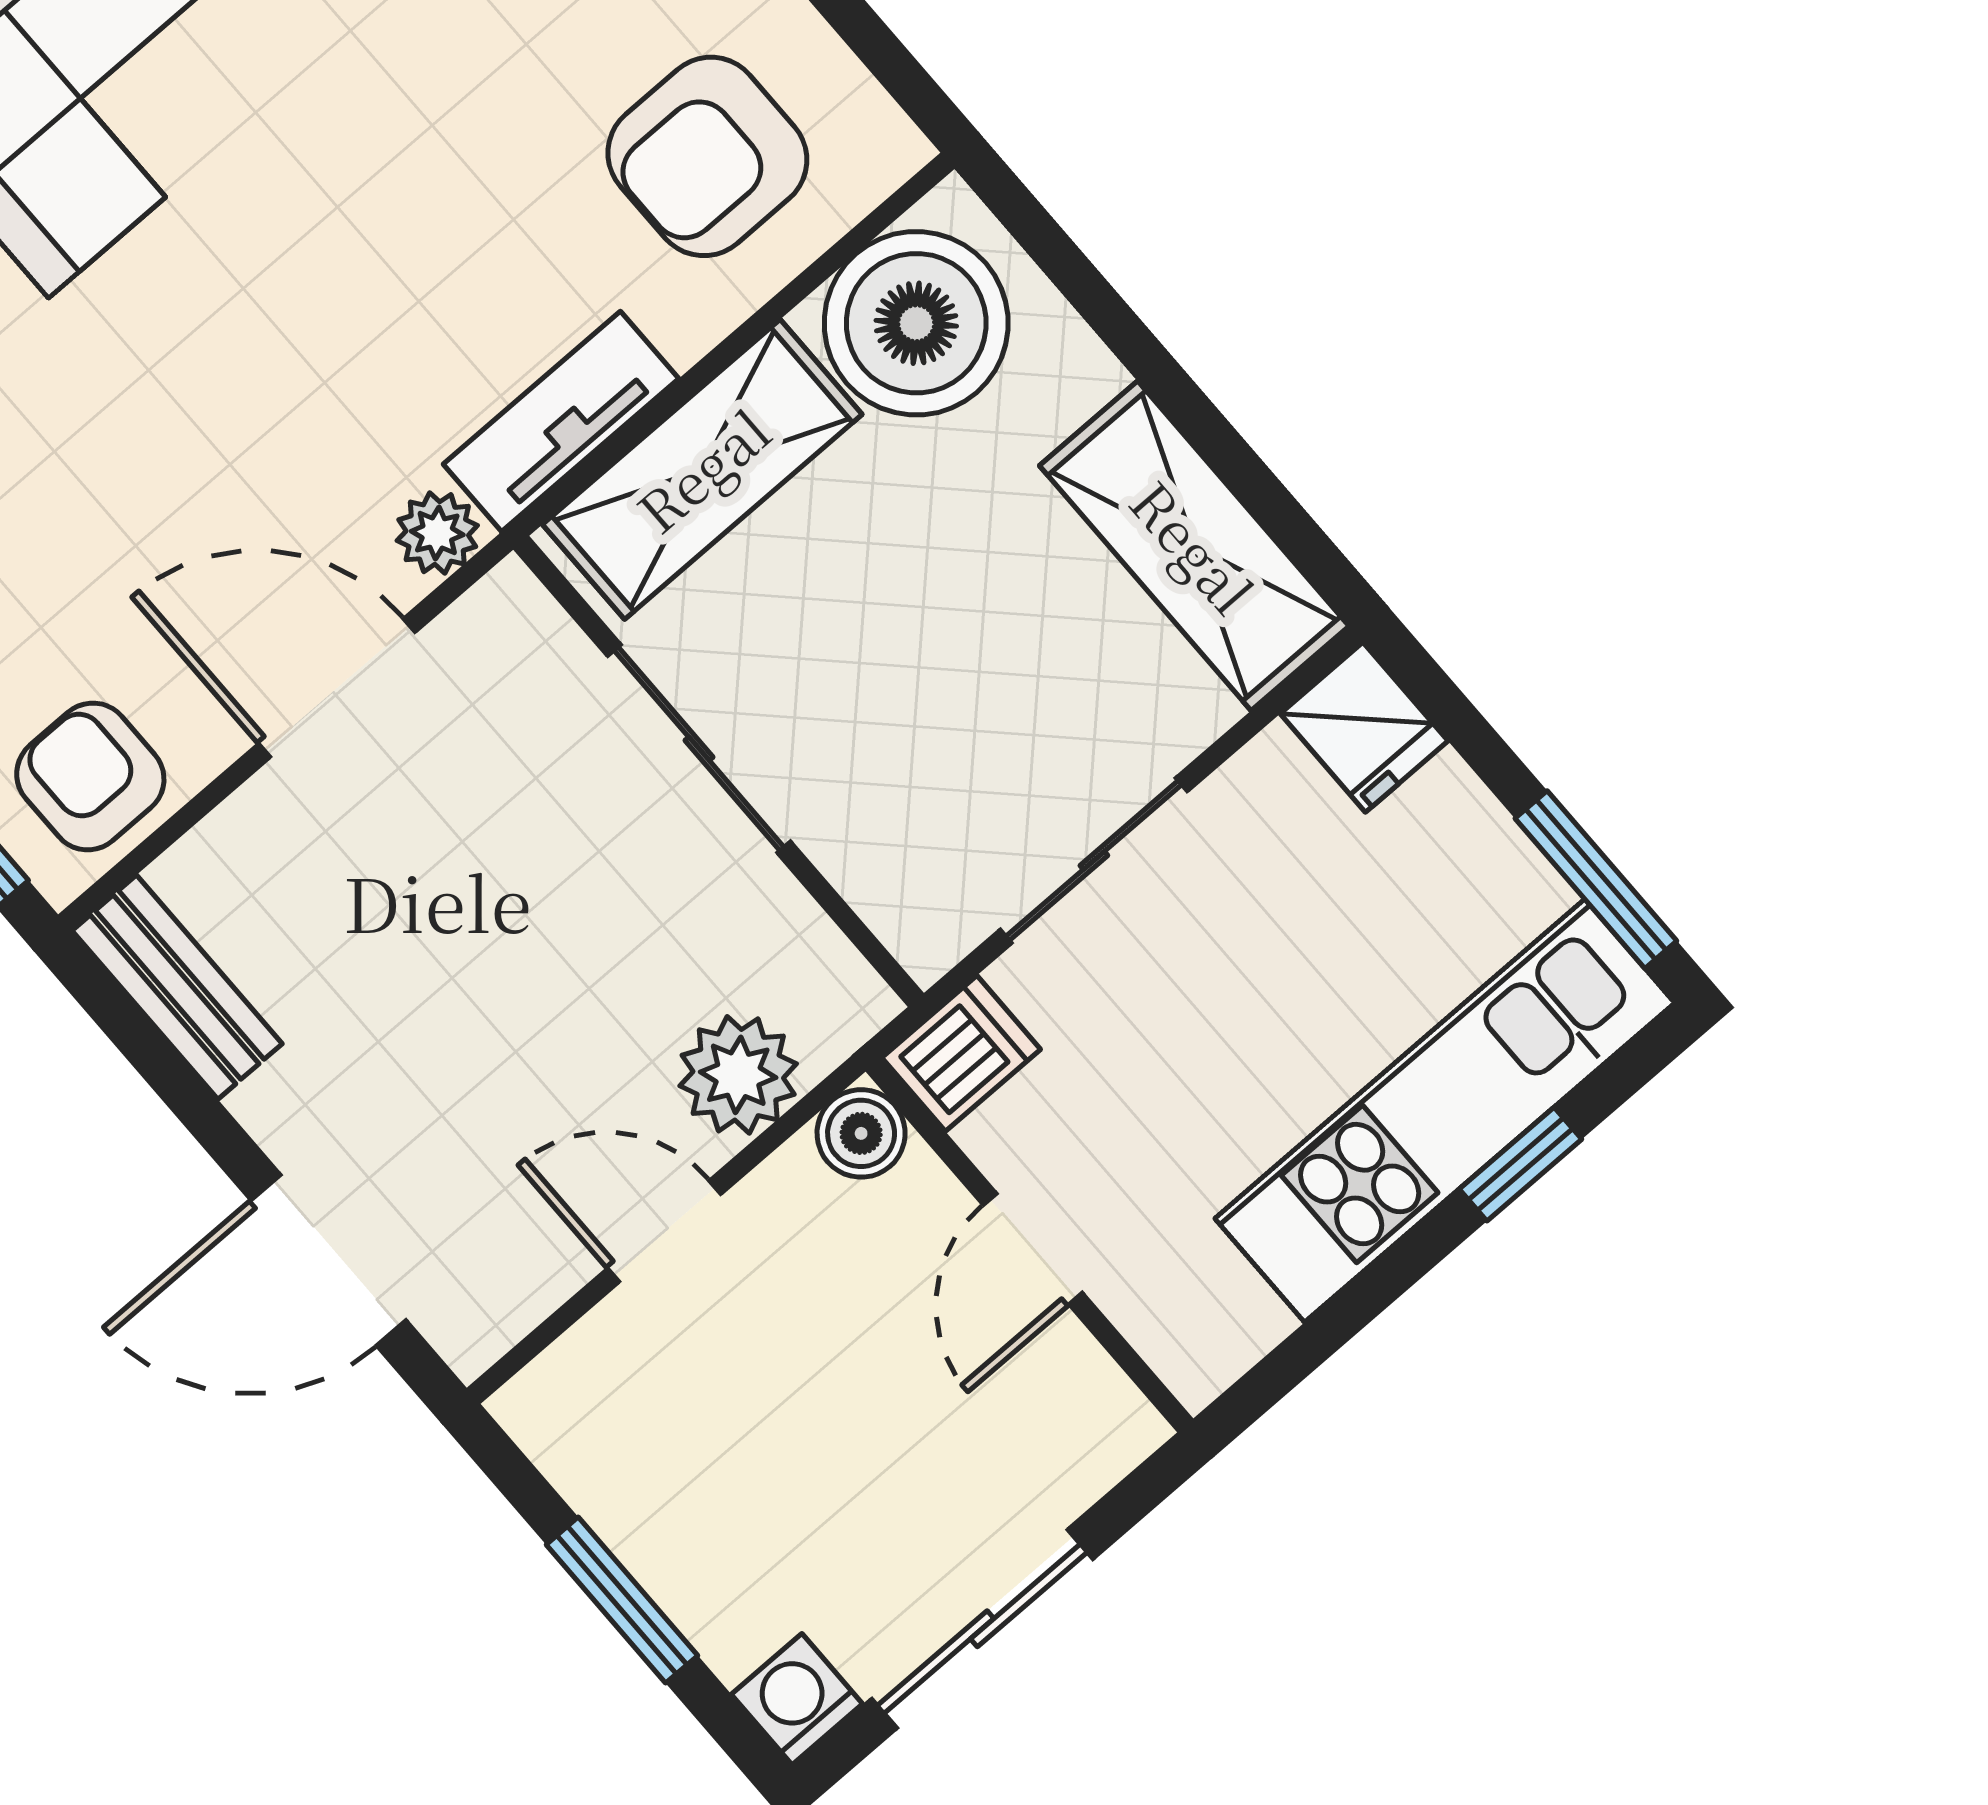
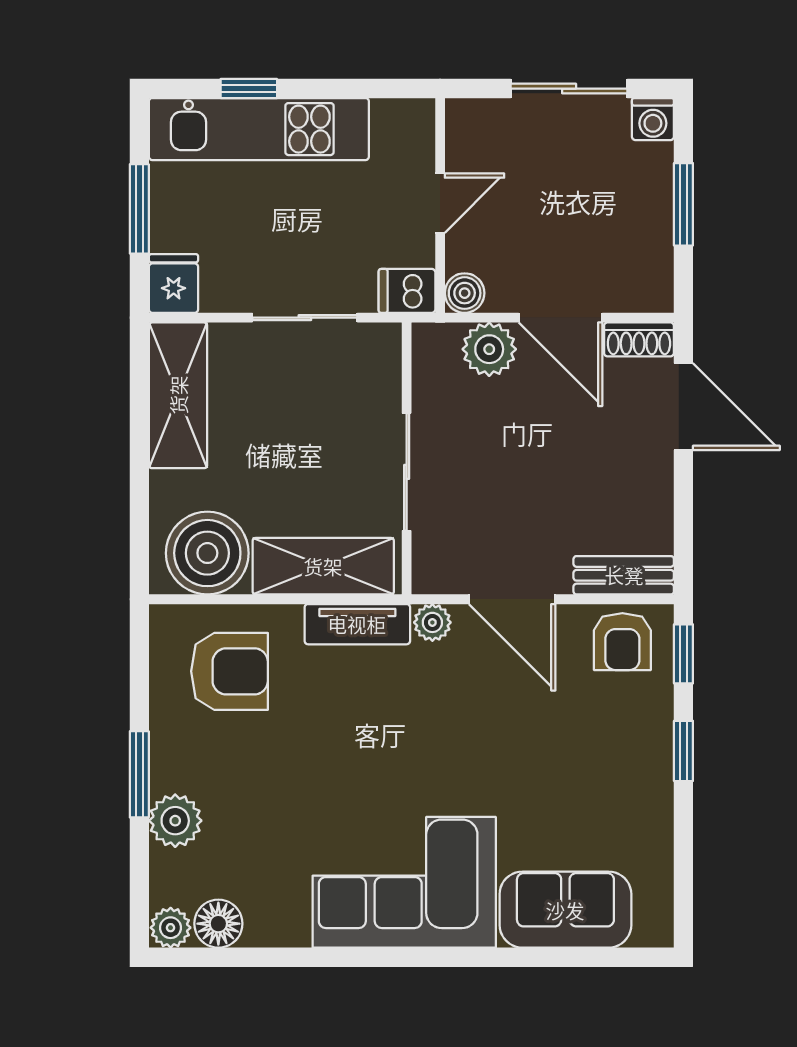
window: (1596, 880) -> (139, 209), moved
bench: (177, 987) -> (624, 575), moved, turned 90
door: (664, 1231) -> (560, 318), width x1.38
shoe rack: (501, 1309) -> (639, 339), added

